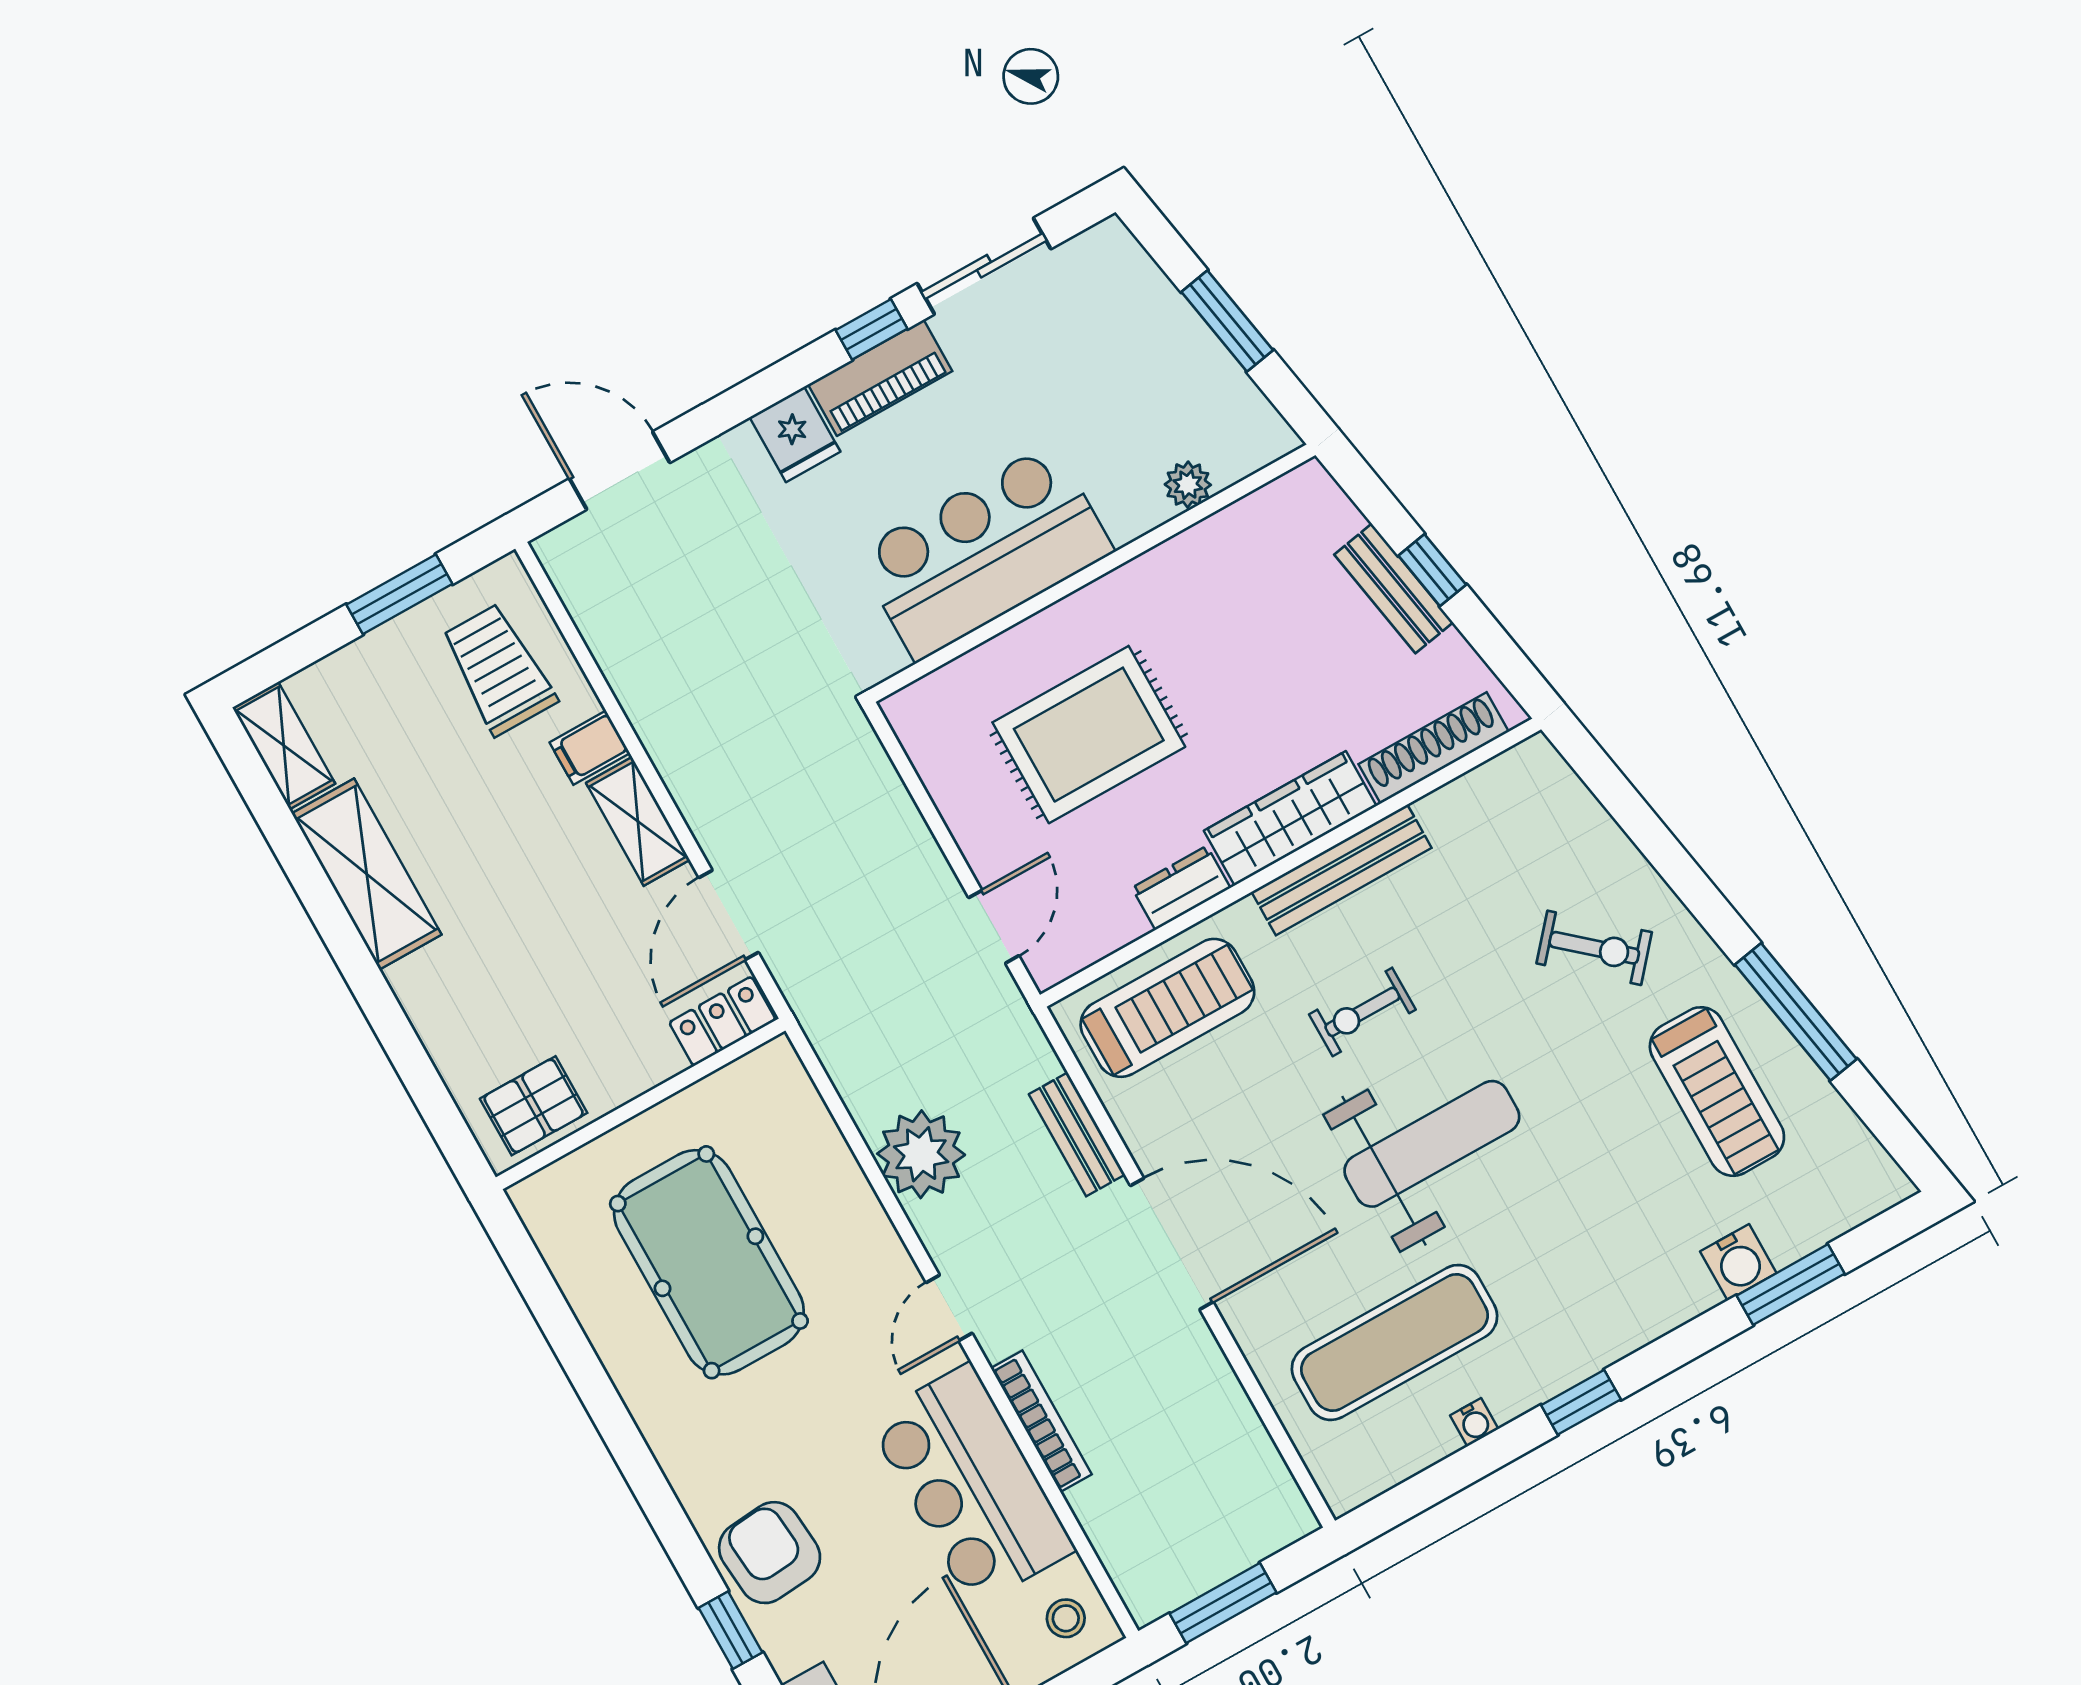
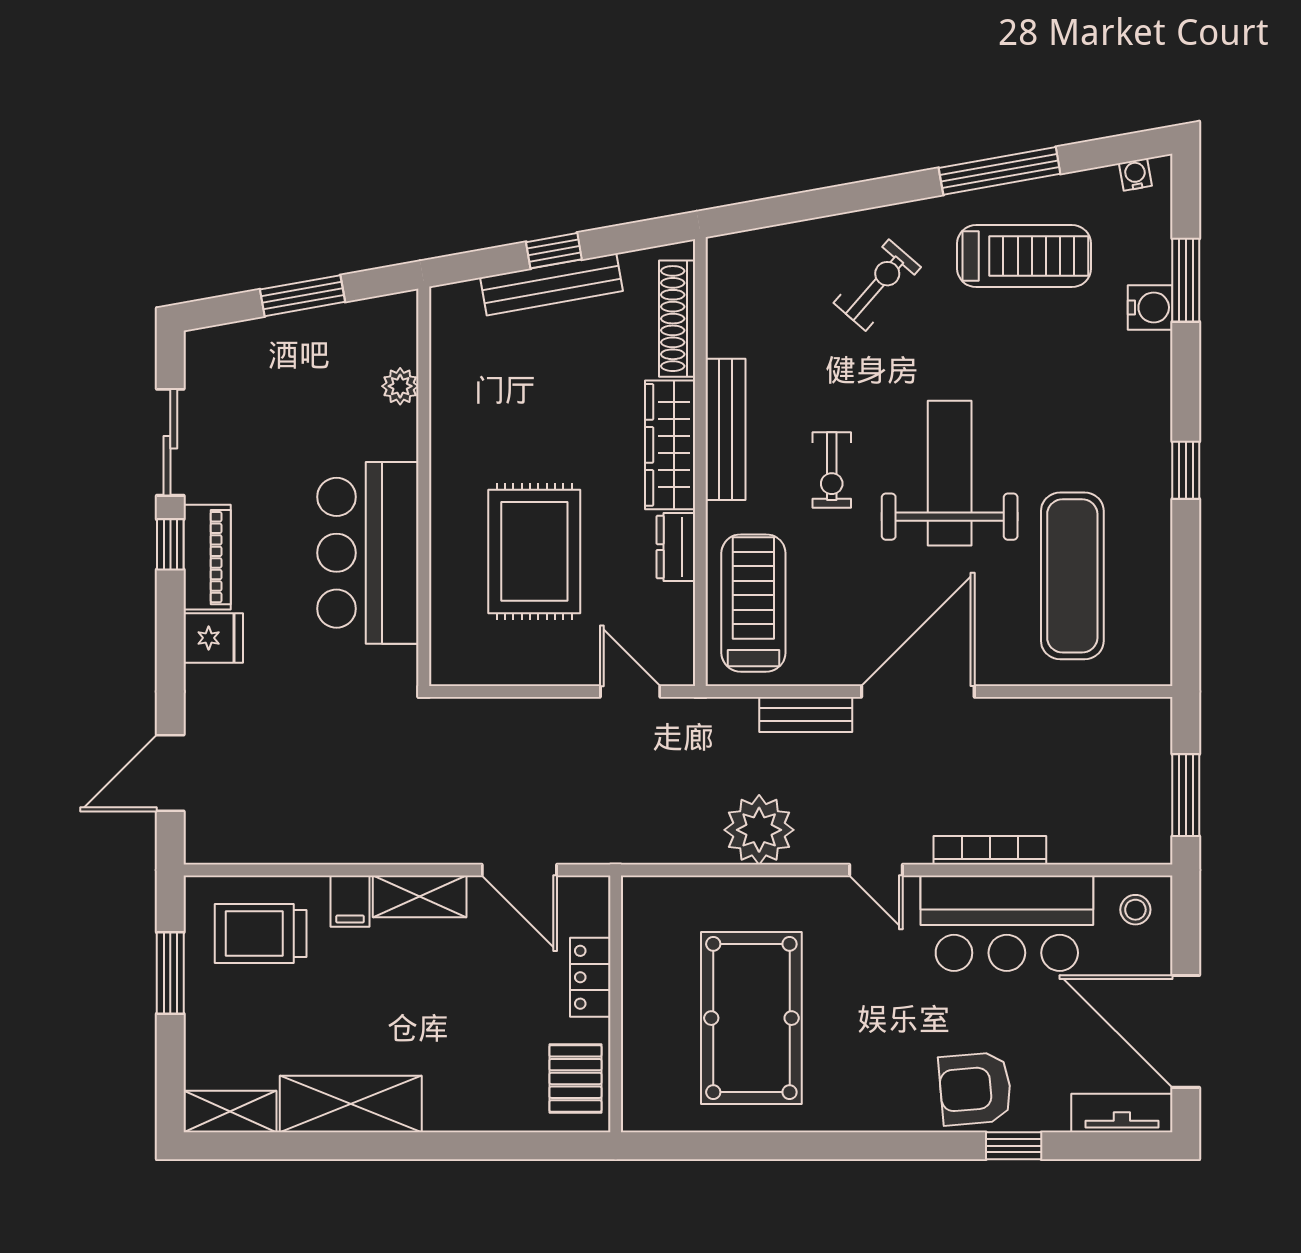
bench: (1394, 588) -> (552, 284), width x1.36
locker: (722, 1021) -> (590, 977), moved
pool table: (709, 1262) -> (751, 1018), turned 90
water cooler: (1474, 1422) -> (1135, 175), moved, turned -100

